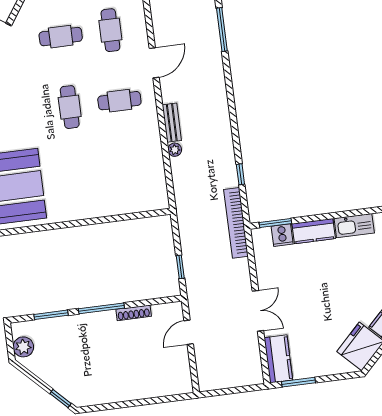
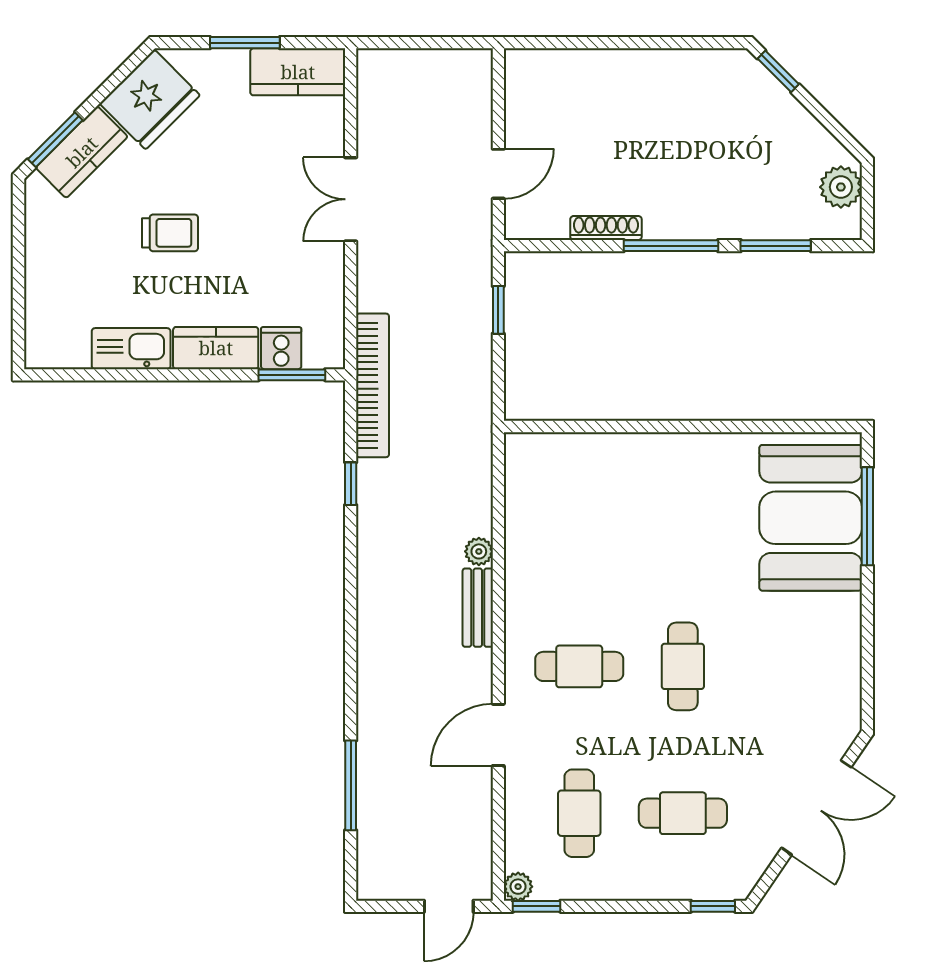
trolley: (343, 284) -> (170, 233), added
kitchen counter: (278, 359) -> (298, 72), moved, turned -90
window: (298, 382) -> (245, 43), moved

